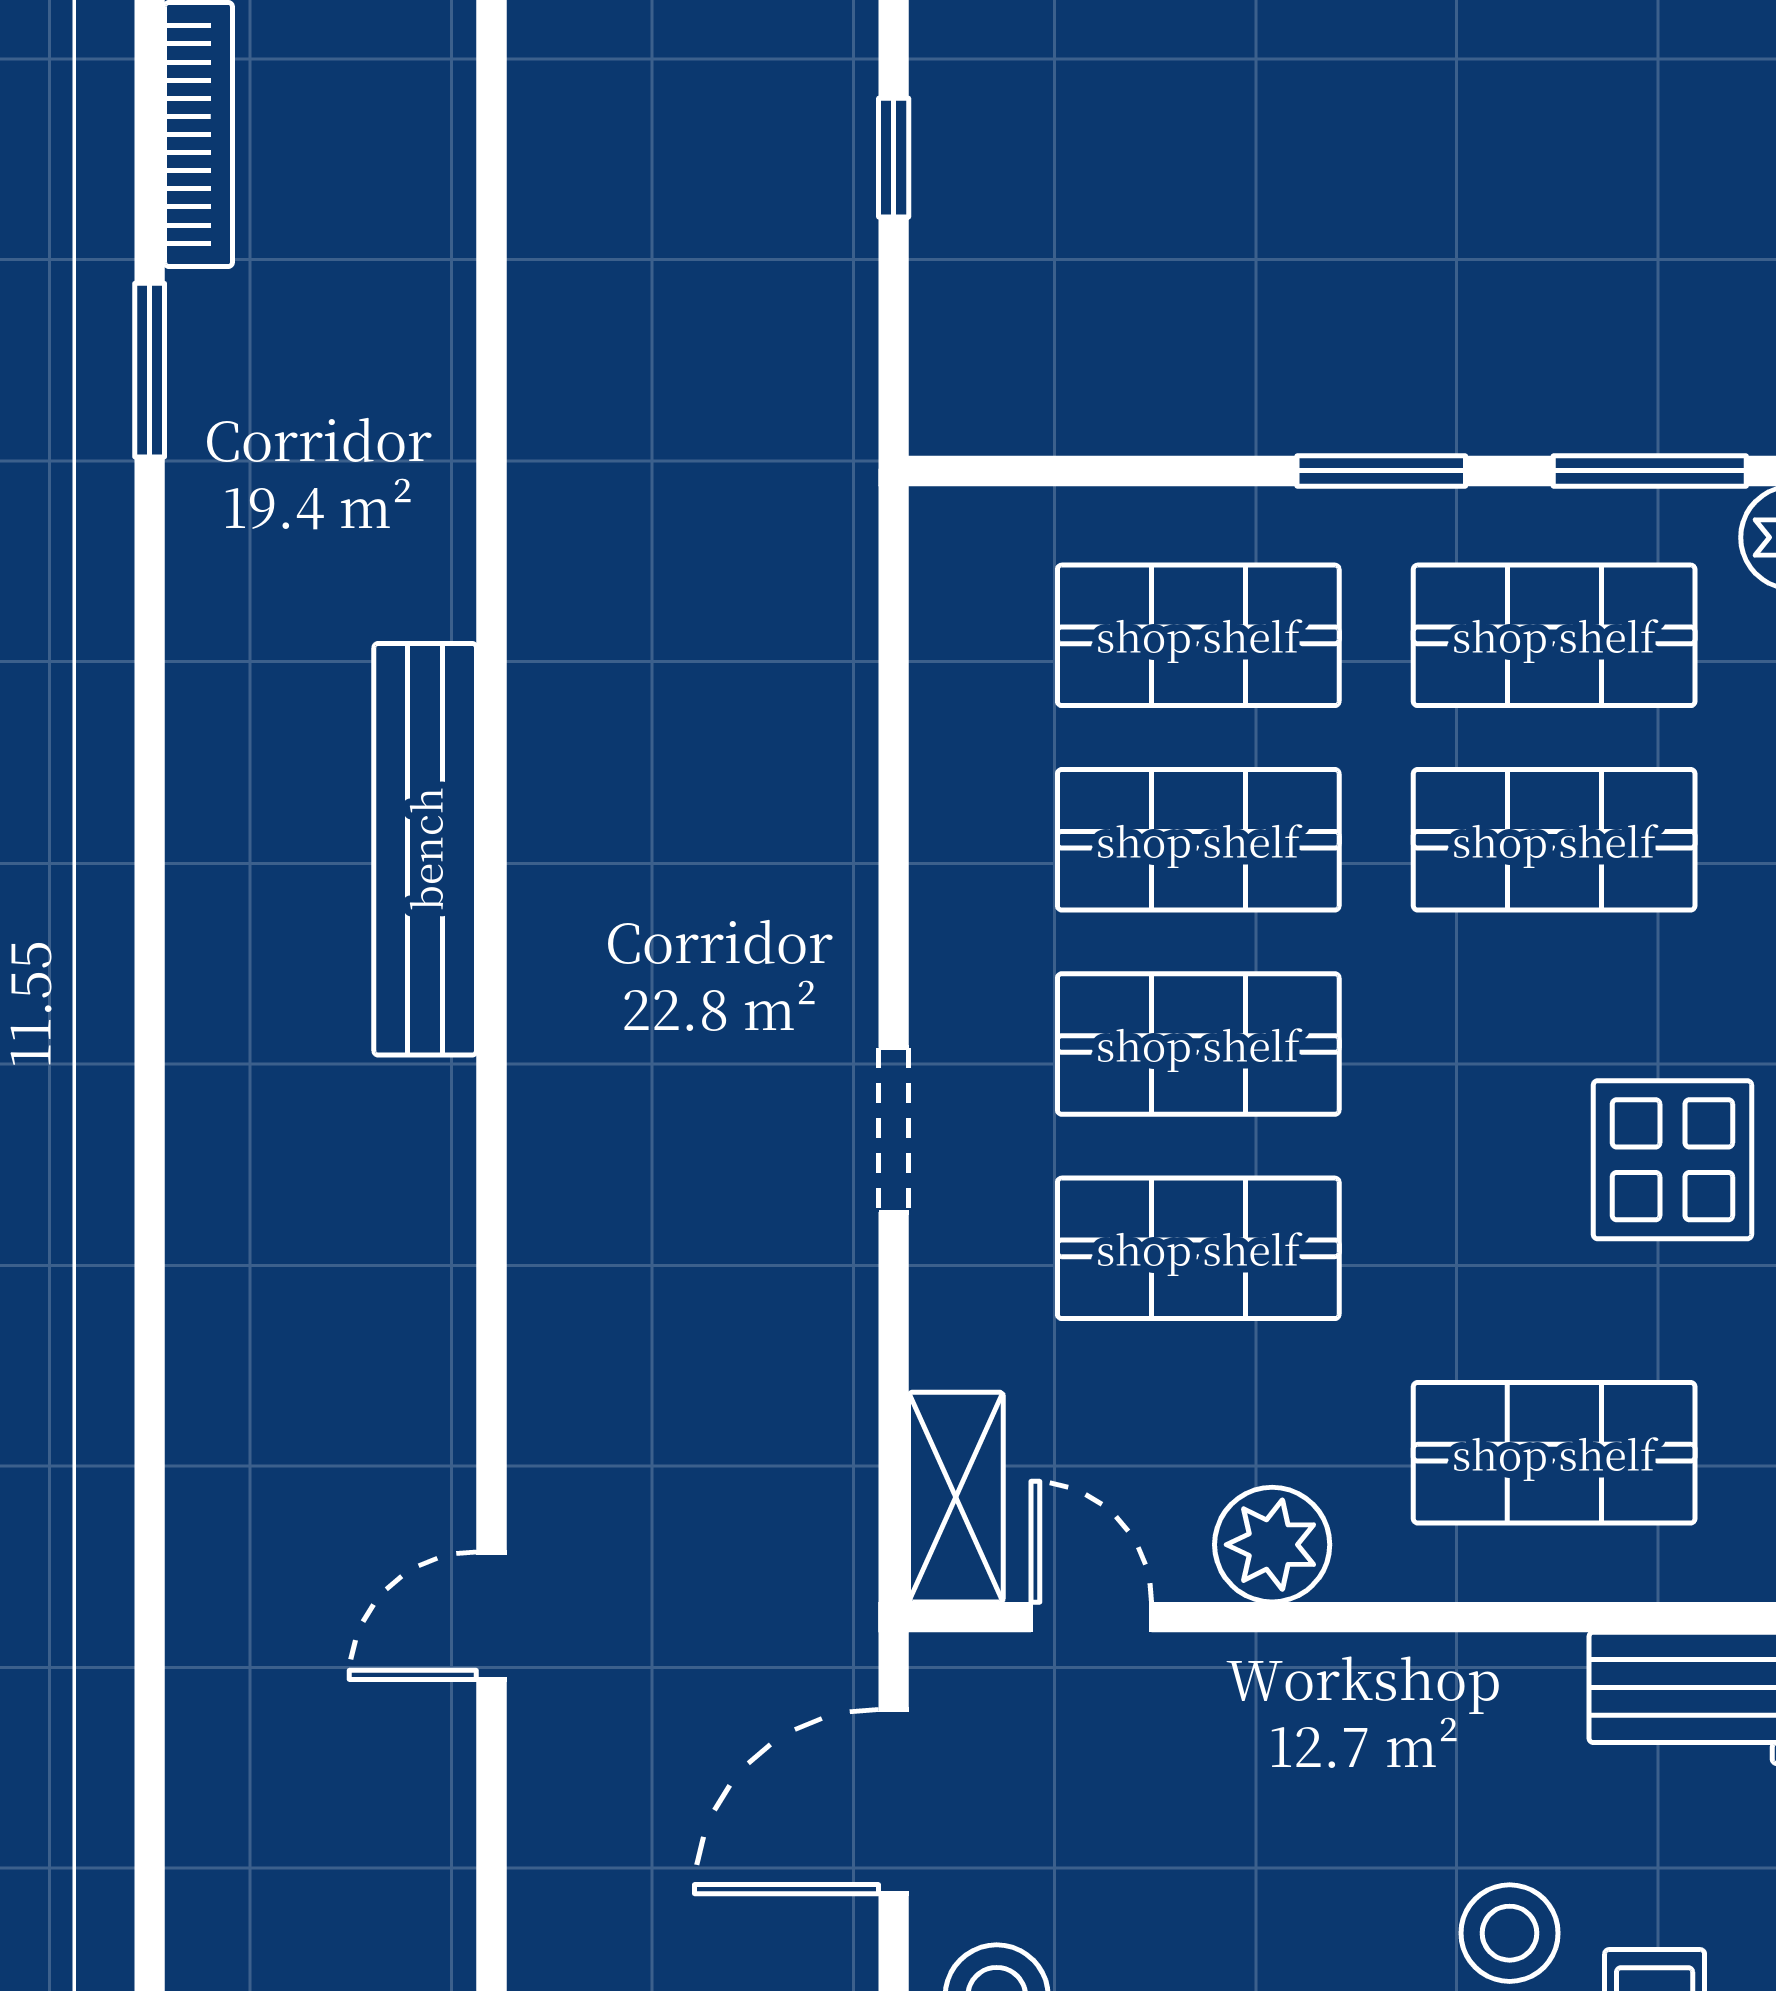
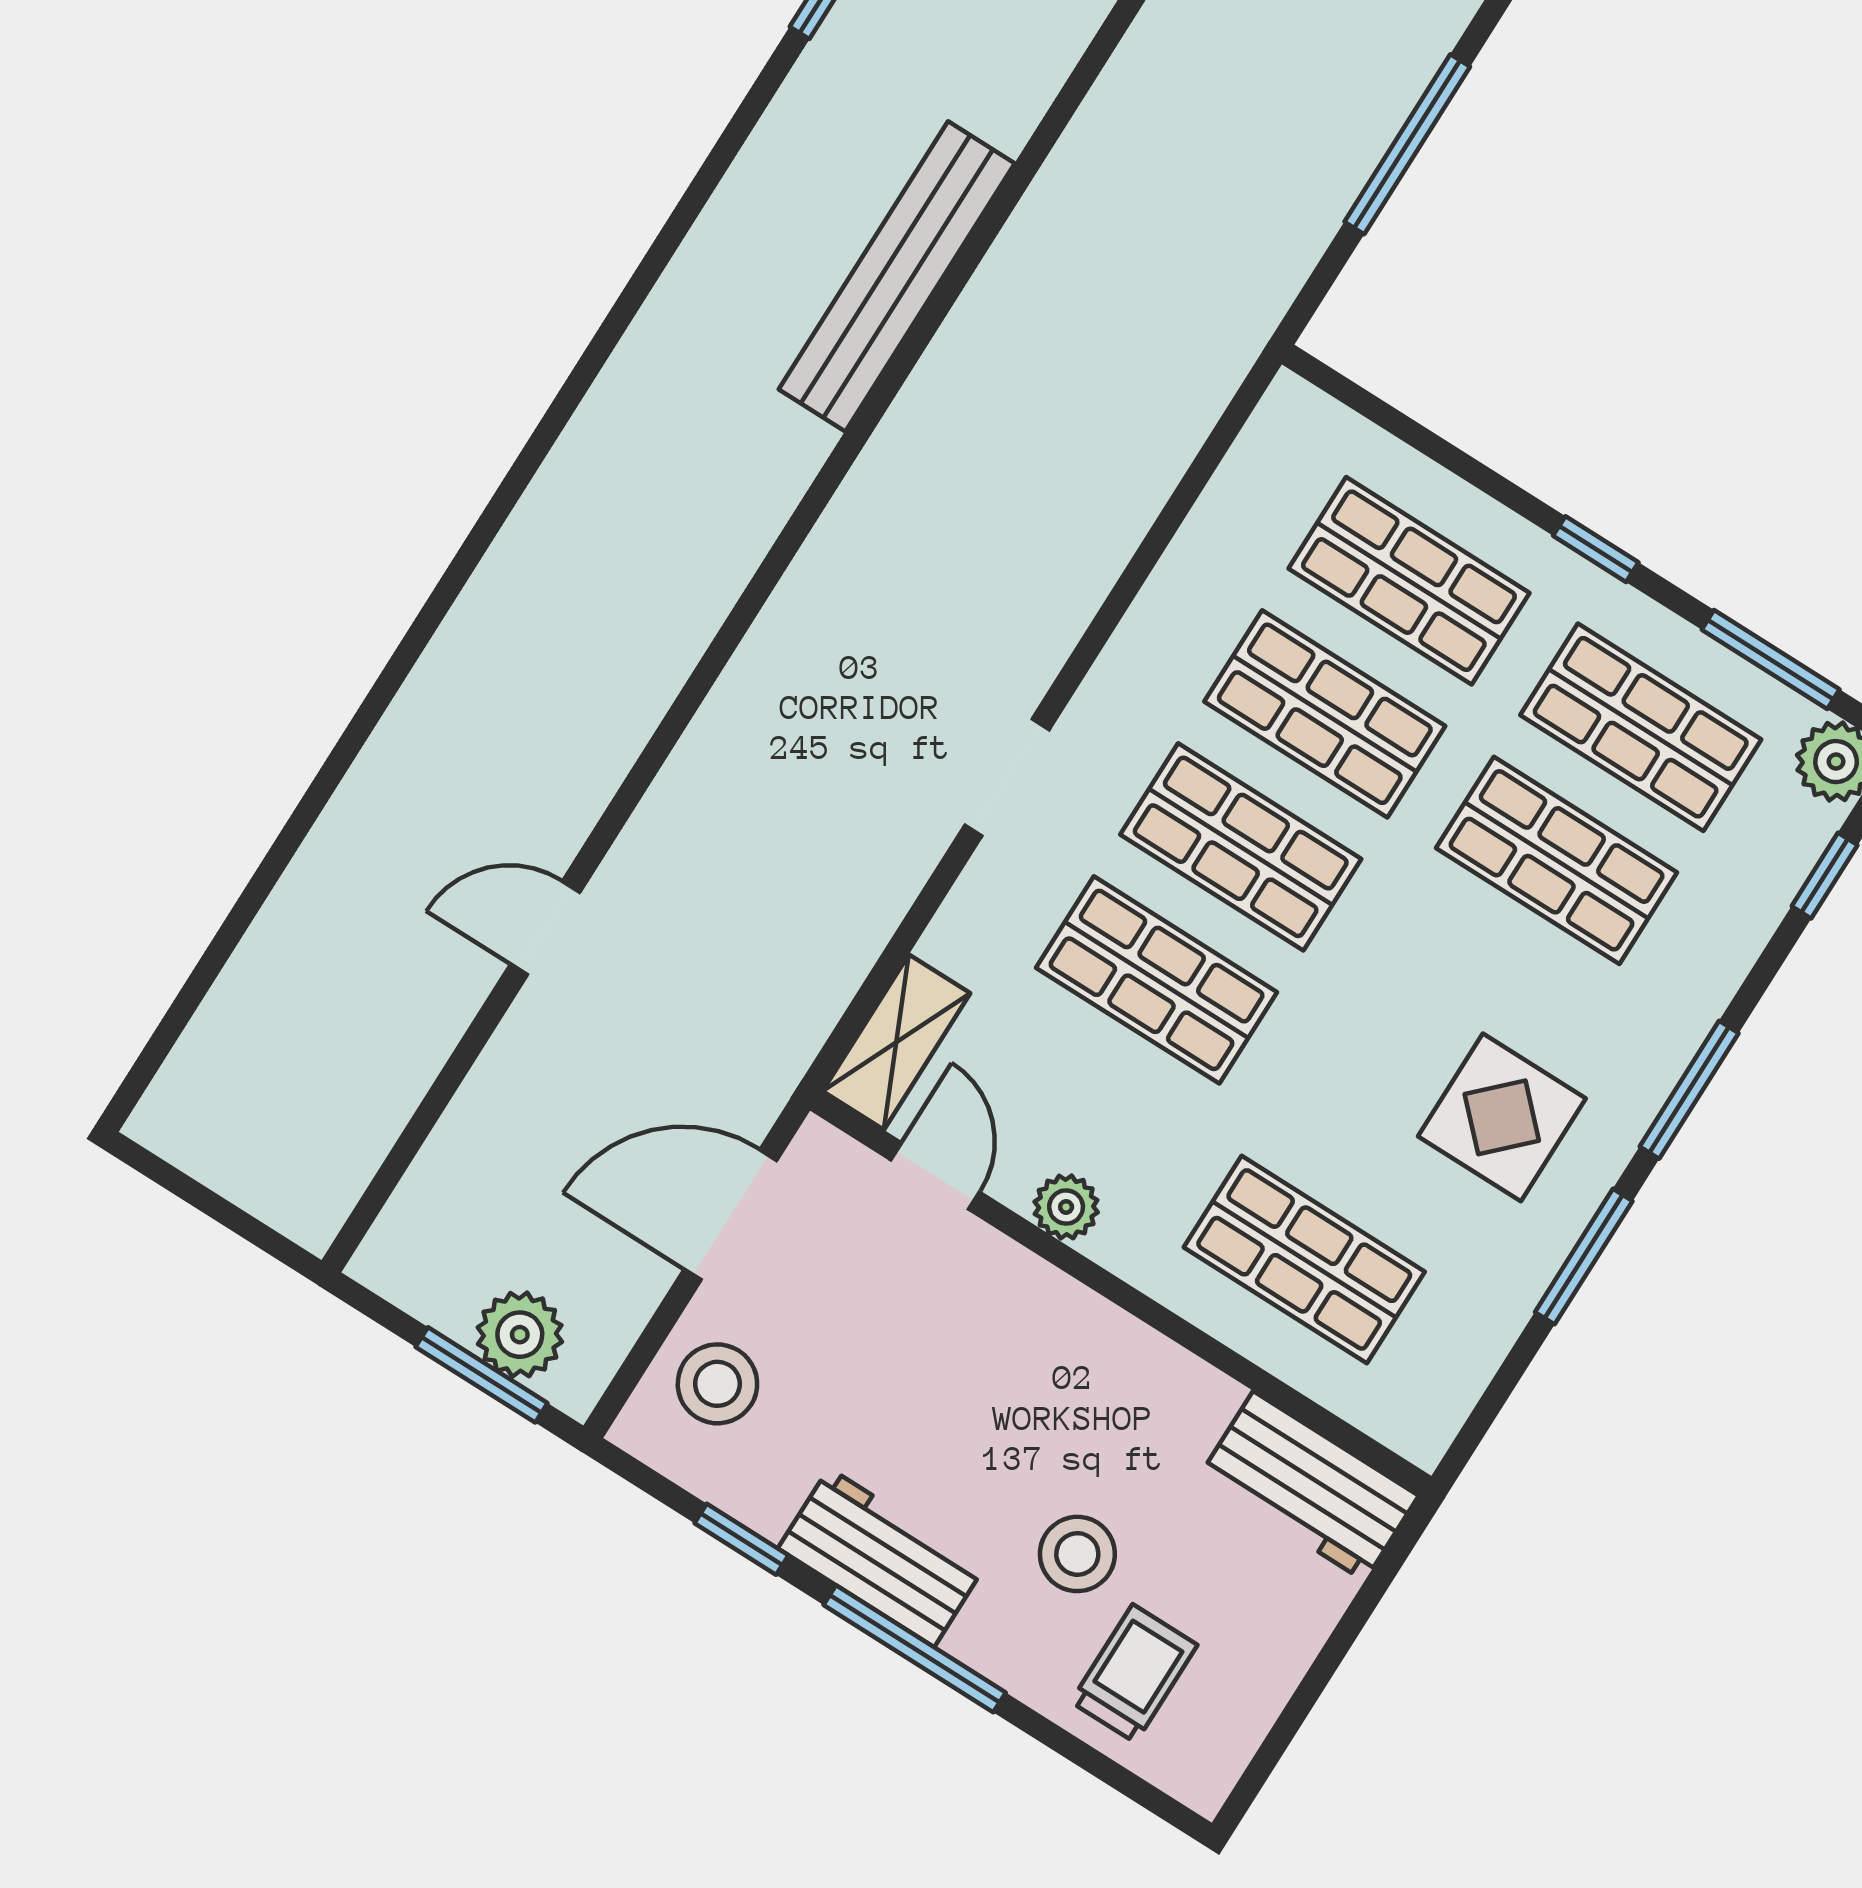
window: (894, 158) -> (1407, 144), width x2.17
window: (1381, 471) -> (1596, 549), width x0.67
bench: (425, 849) -> (897, 276), moved
plant: (1272, 1545) -> (1066, 1207), width x0.73, depth x0.73

